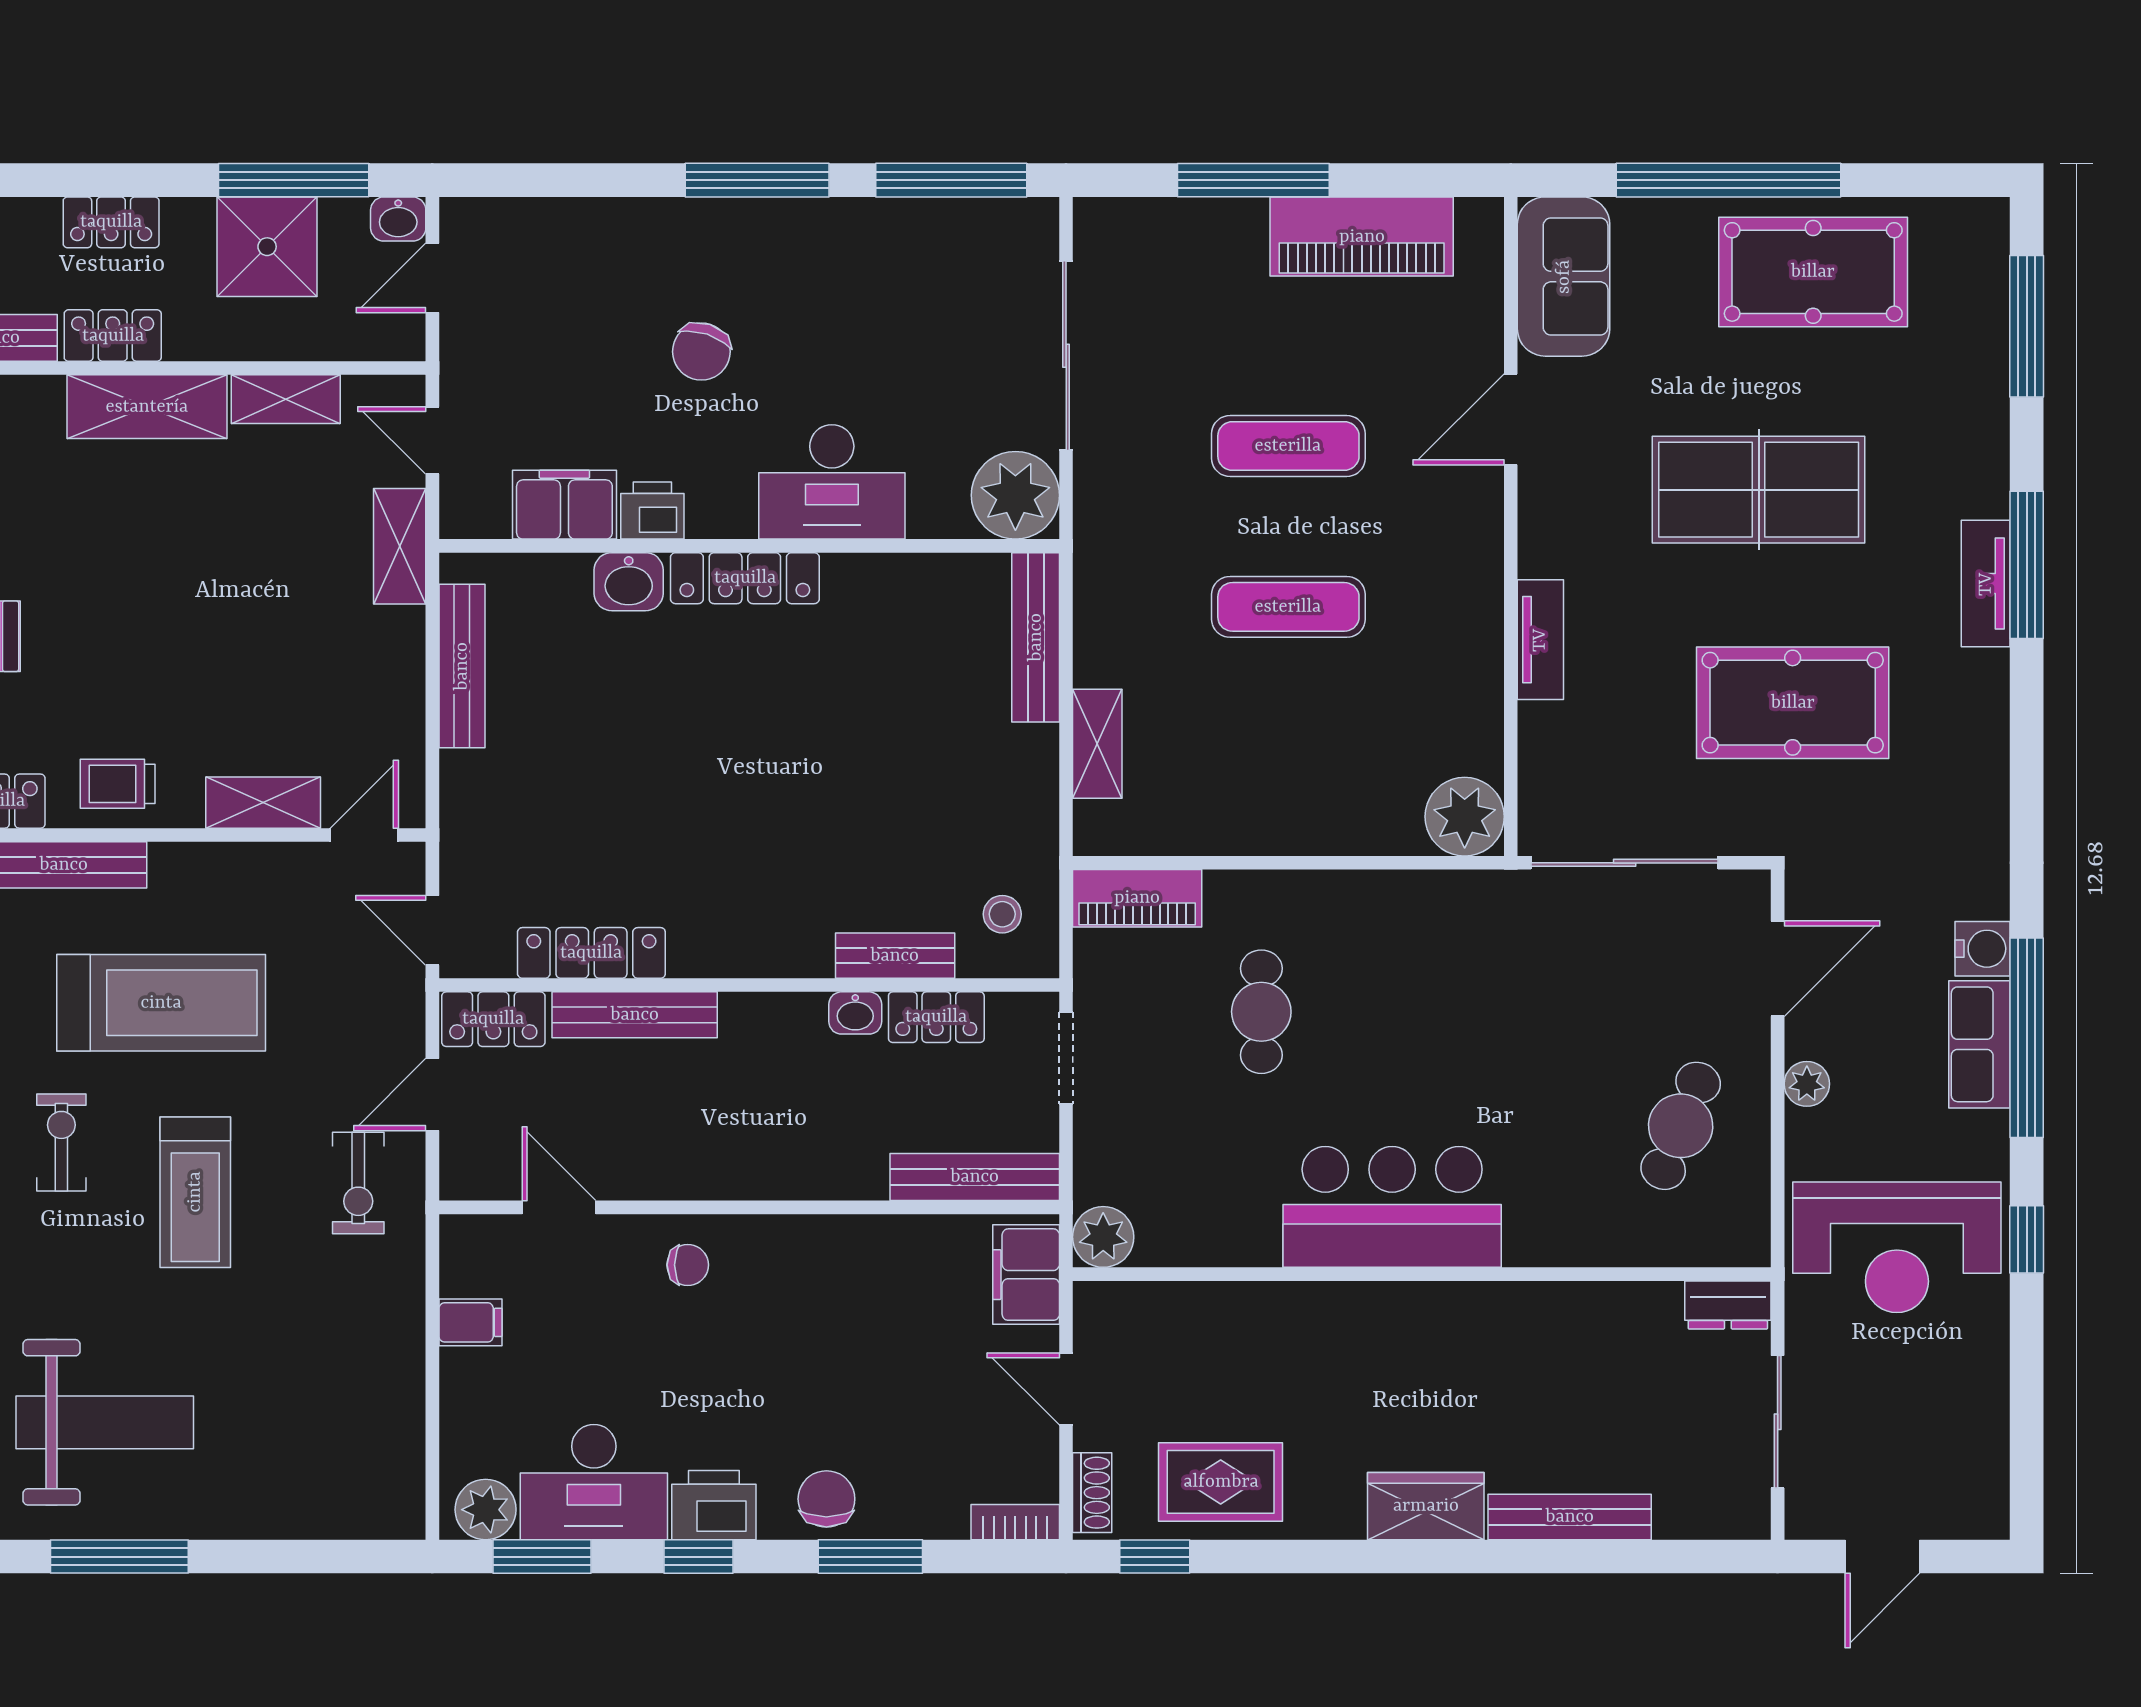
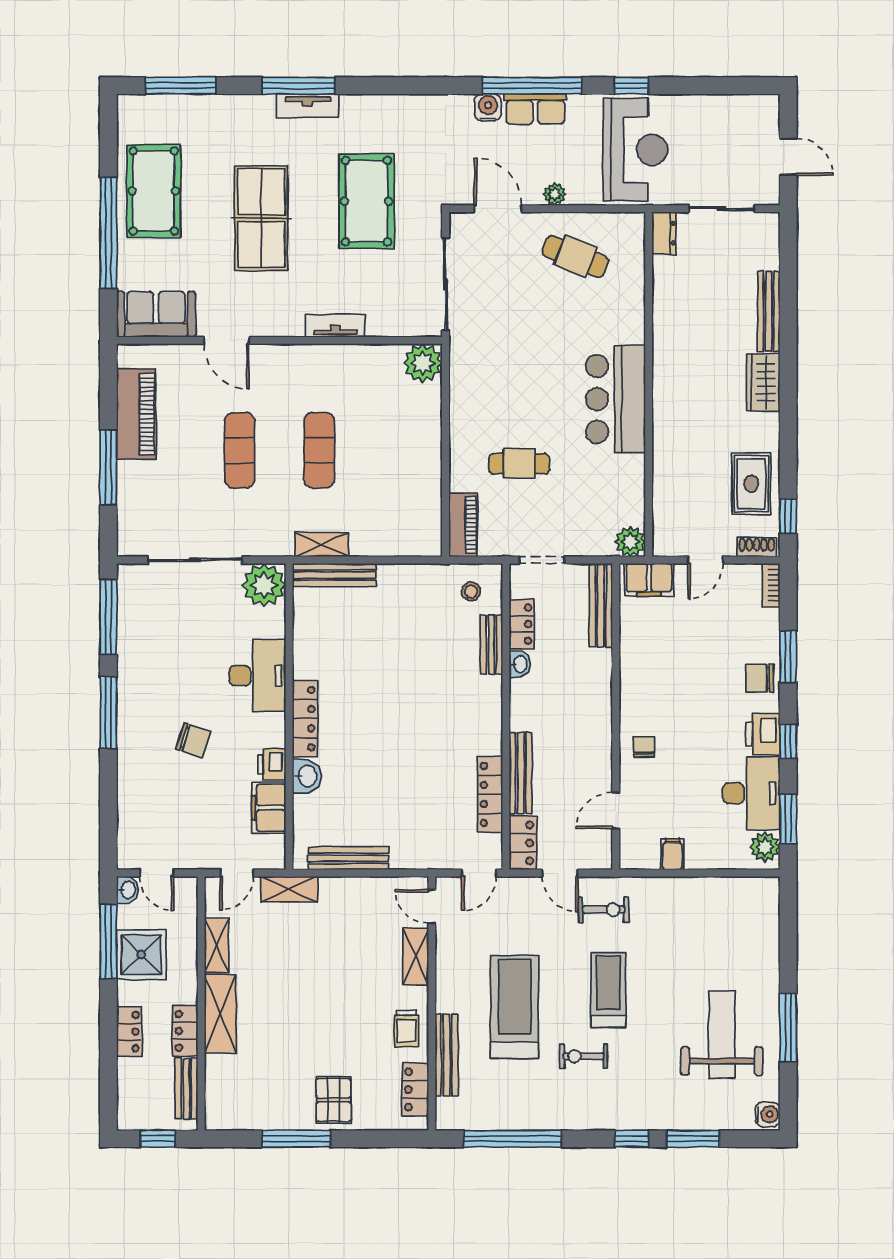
shelving: (1097, 744) -> (322, 545), moved
treadmill: (195, 1192) -> (608, 990), turned -90

